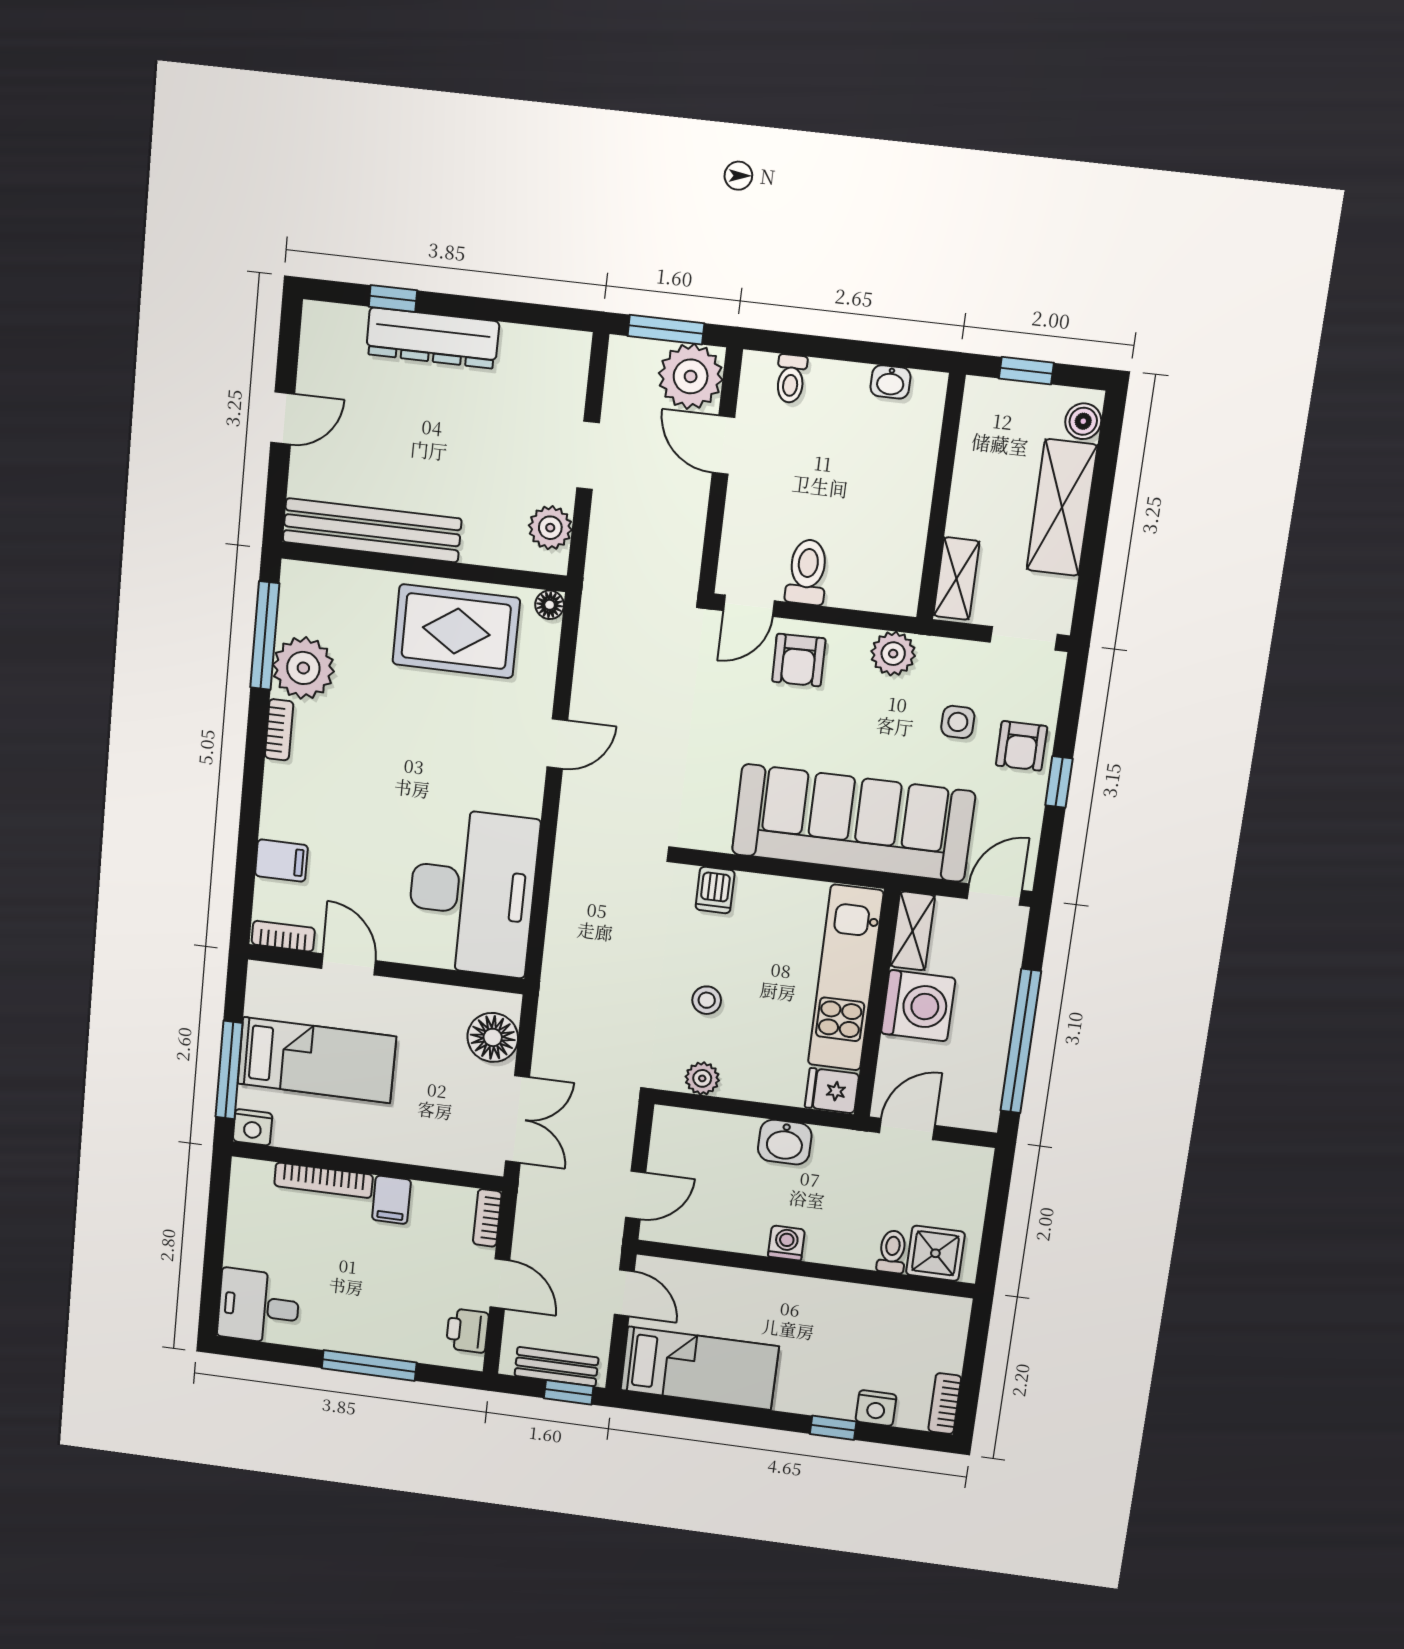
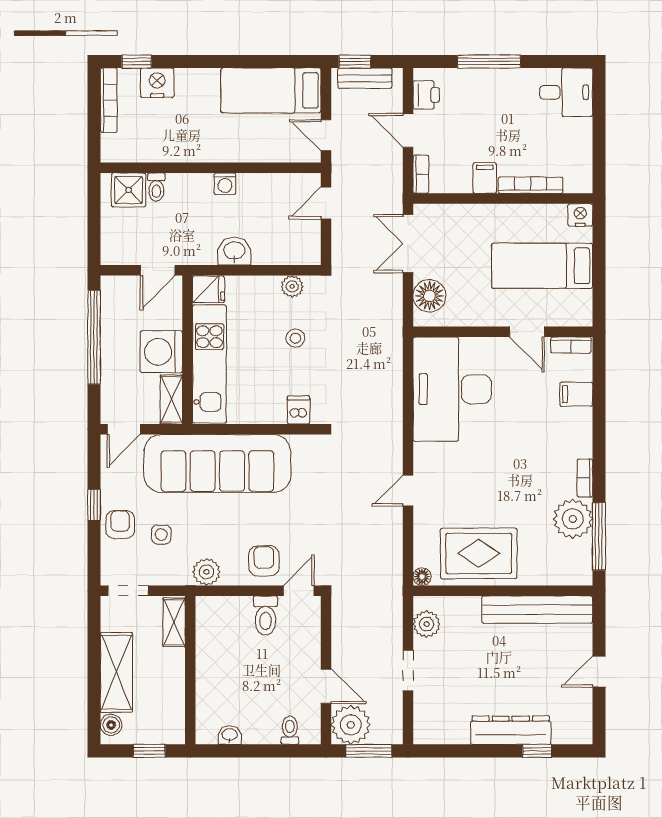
window: (229, 1070) -> (599, 252), removed
bookcase: (945, 1404) -> (109, 100), width x1.56
nightstand: (876, 1408) -> (157, 83), width x1.36, depth x1.33
window: (833, 1428) -> (137, 61), moved

